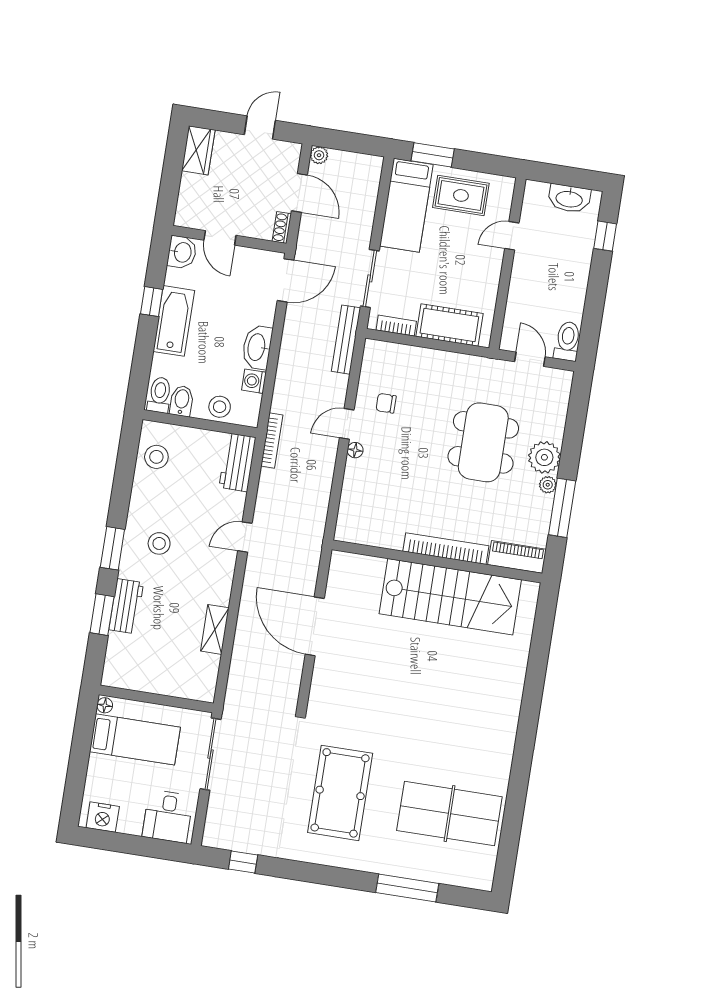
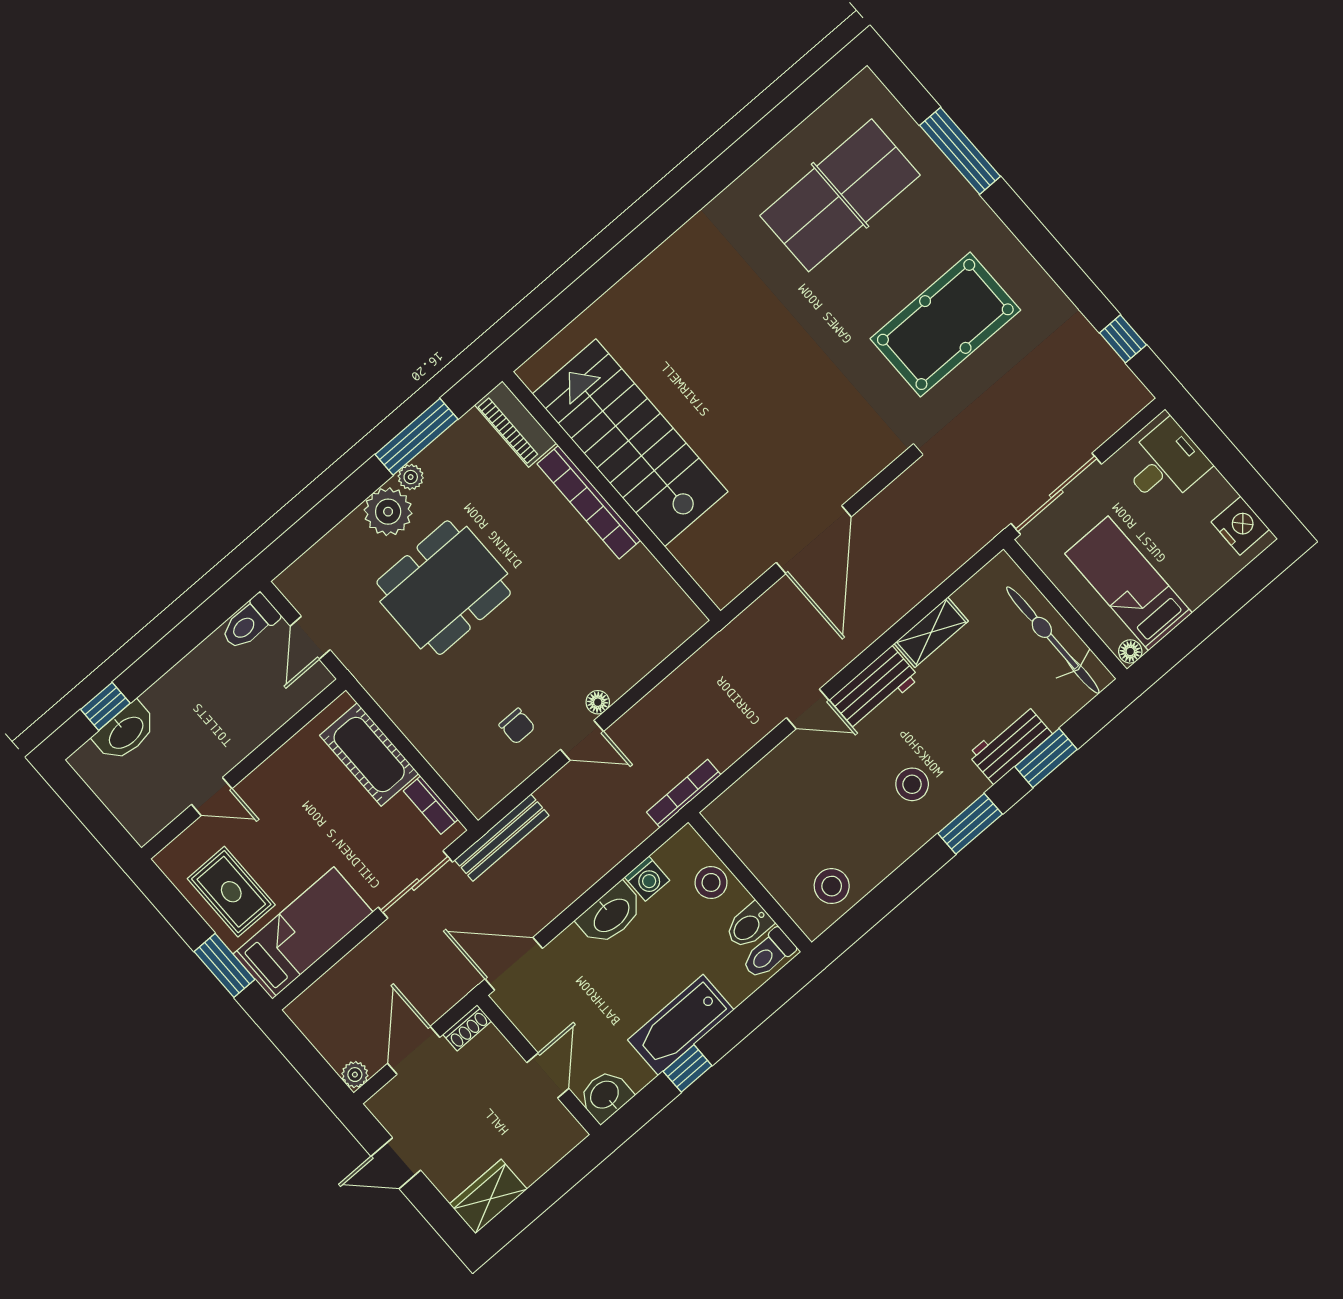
washbasin: (569, 199) -> (125, 732), moved, turned 90
workbench: (238, 462) -> (875, 689), moved
bicycle: (149, 678) -> (1053, 640), added
table tennis table: (449, 814) -> (840, 195), turned 90

